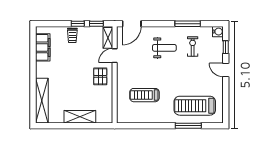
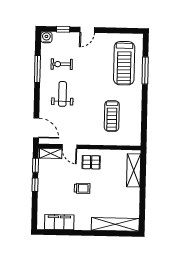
trolley: (72, 35) -> (82, 188), moved
shelving: (80, 117) -> (134, 170), moved

